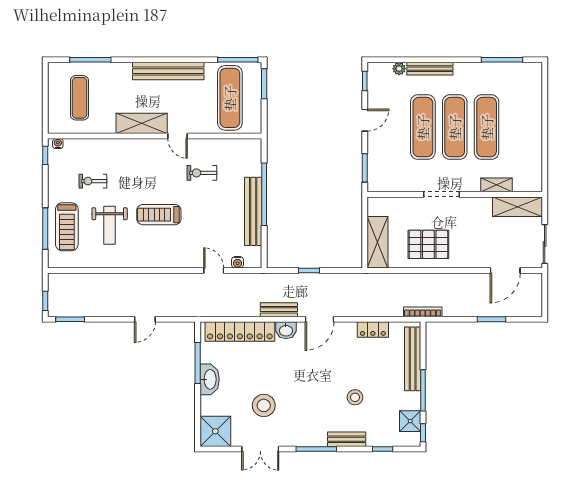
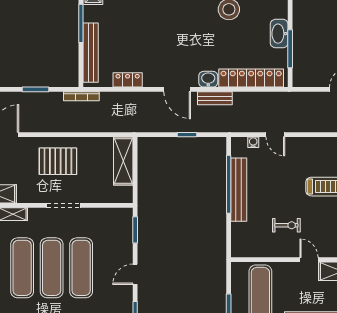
window: (264, 194) -> (229, 184), moved
pallet: (428, 244) -> (58, 161), moved
door: (319, 319) -> (177, 89), swing flipped
window: (491, 319) -> (36, 89), moved
stool: (355, 397) -> (144, 17), removed

